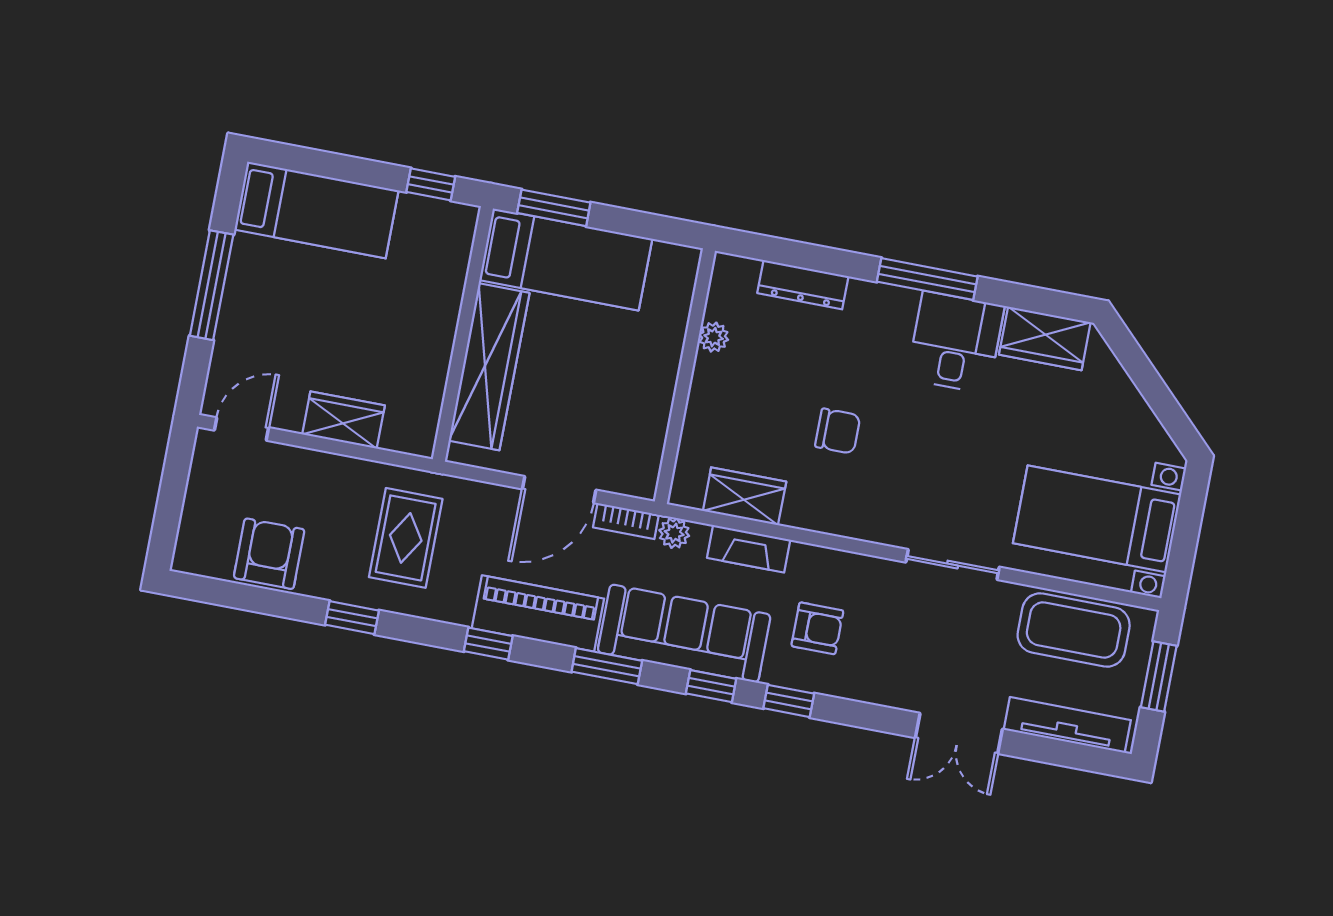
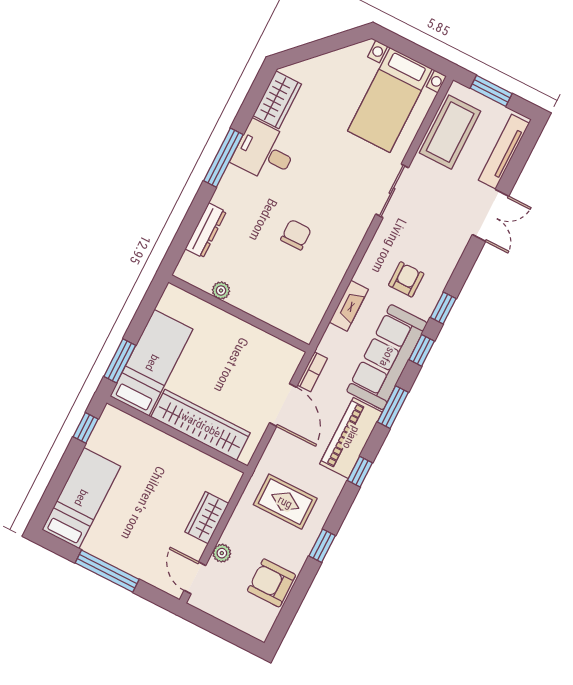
wardrobe: (745, 496) -> (318, 299), removed
plant: (674, 533) -> (222, 553), moved

